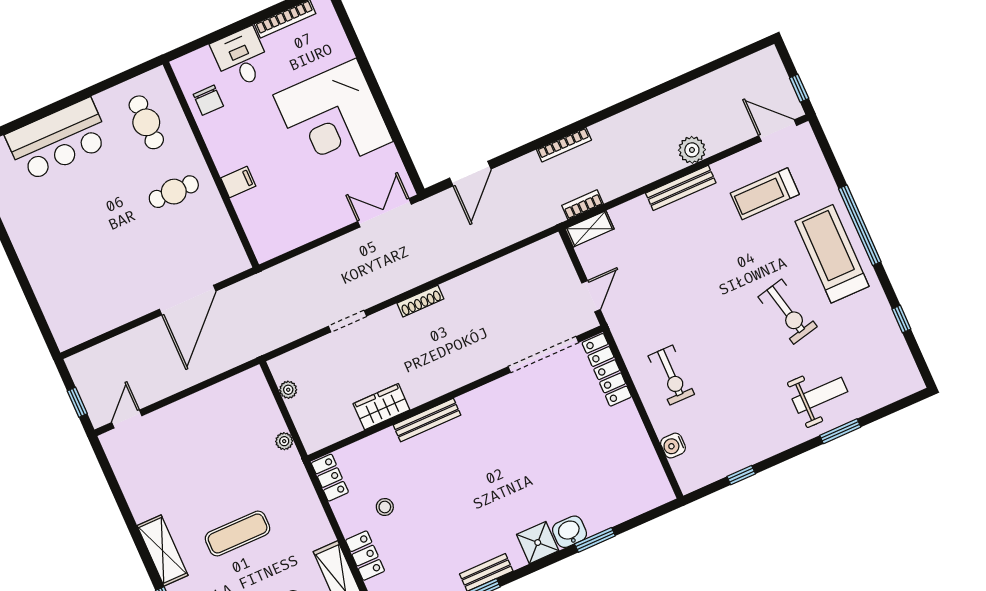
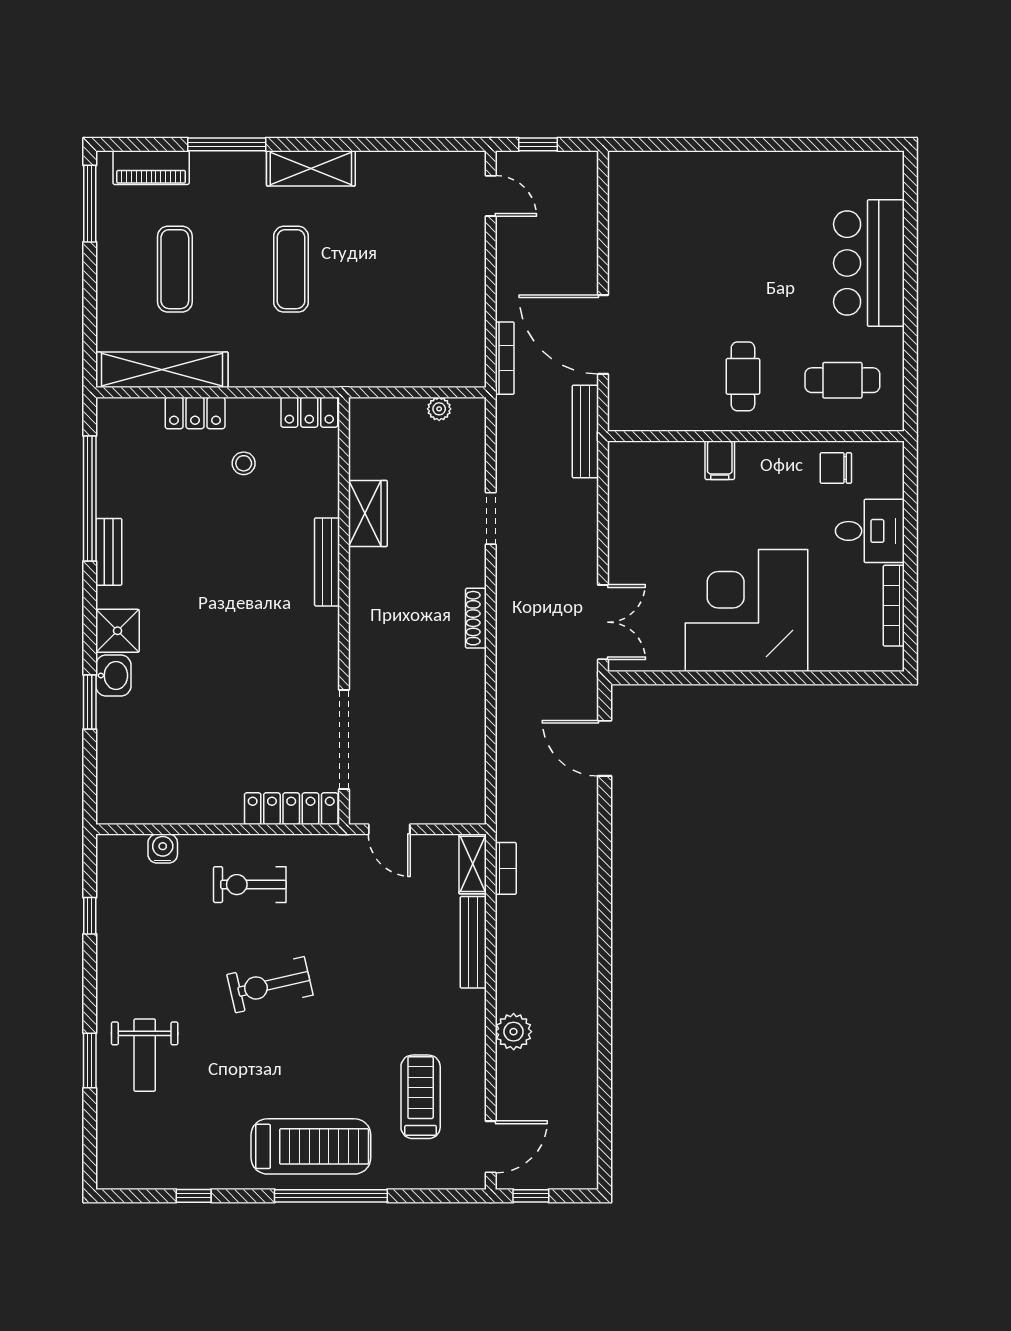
bookcase: (564, 145) -> (505, 358), moved, turned 180
bench: (681, 188) -> (473, 942), moved
bench: (259, 283) -> (585, 431), added
exercise bike: (788, 312) -> (270, 985), moved
plant: (284, 441) -> (378, 376), removed

